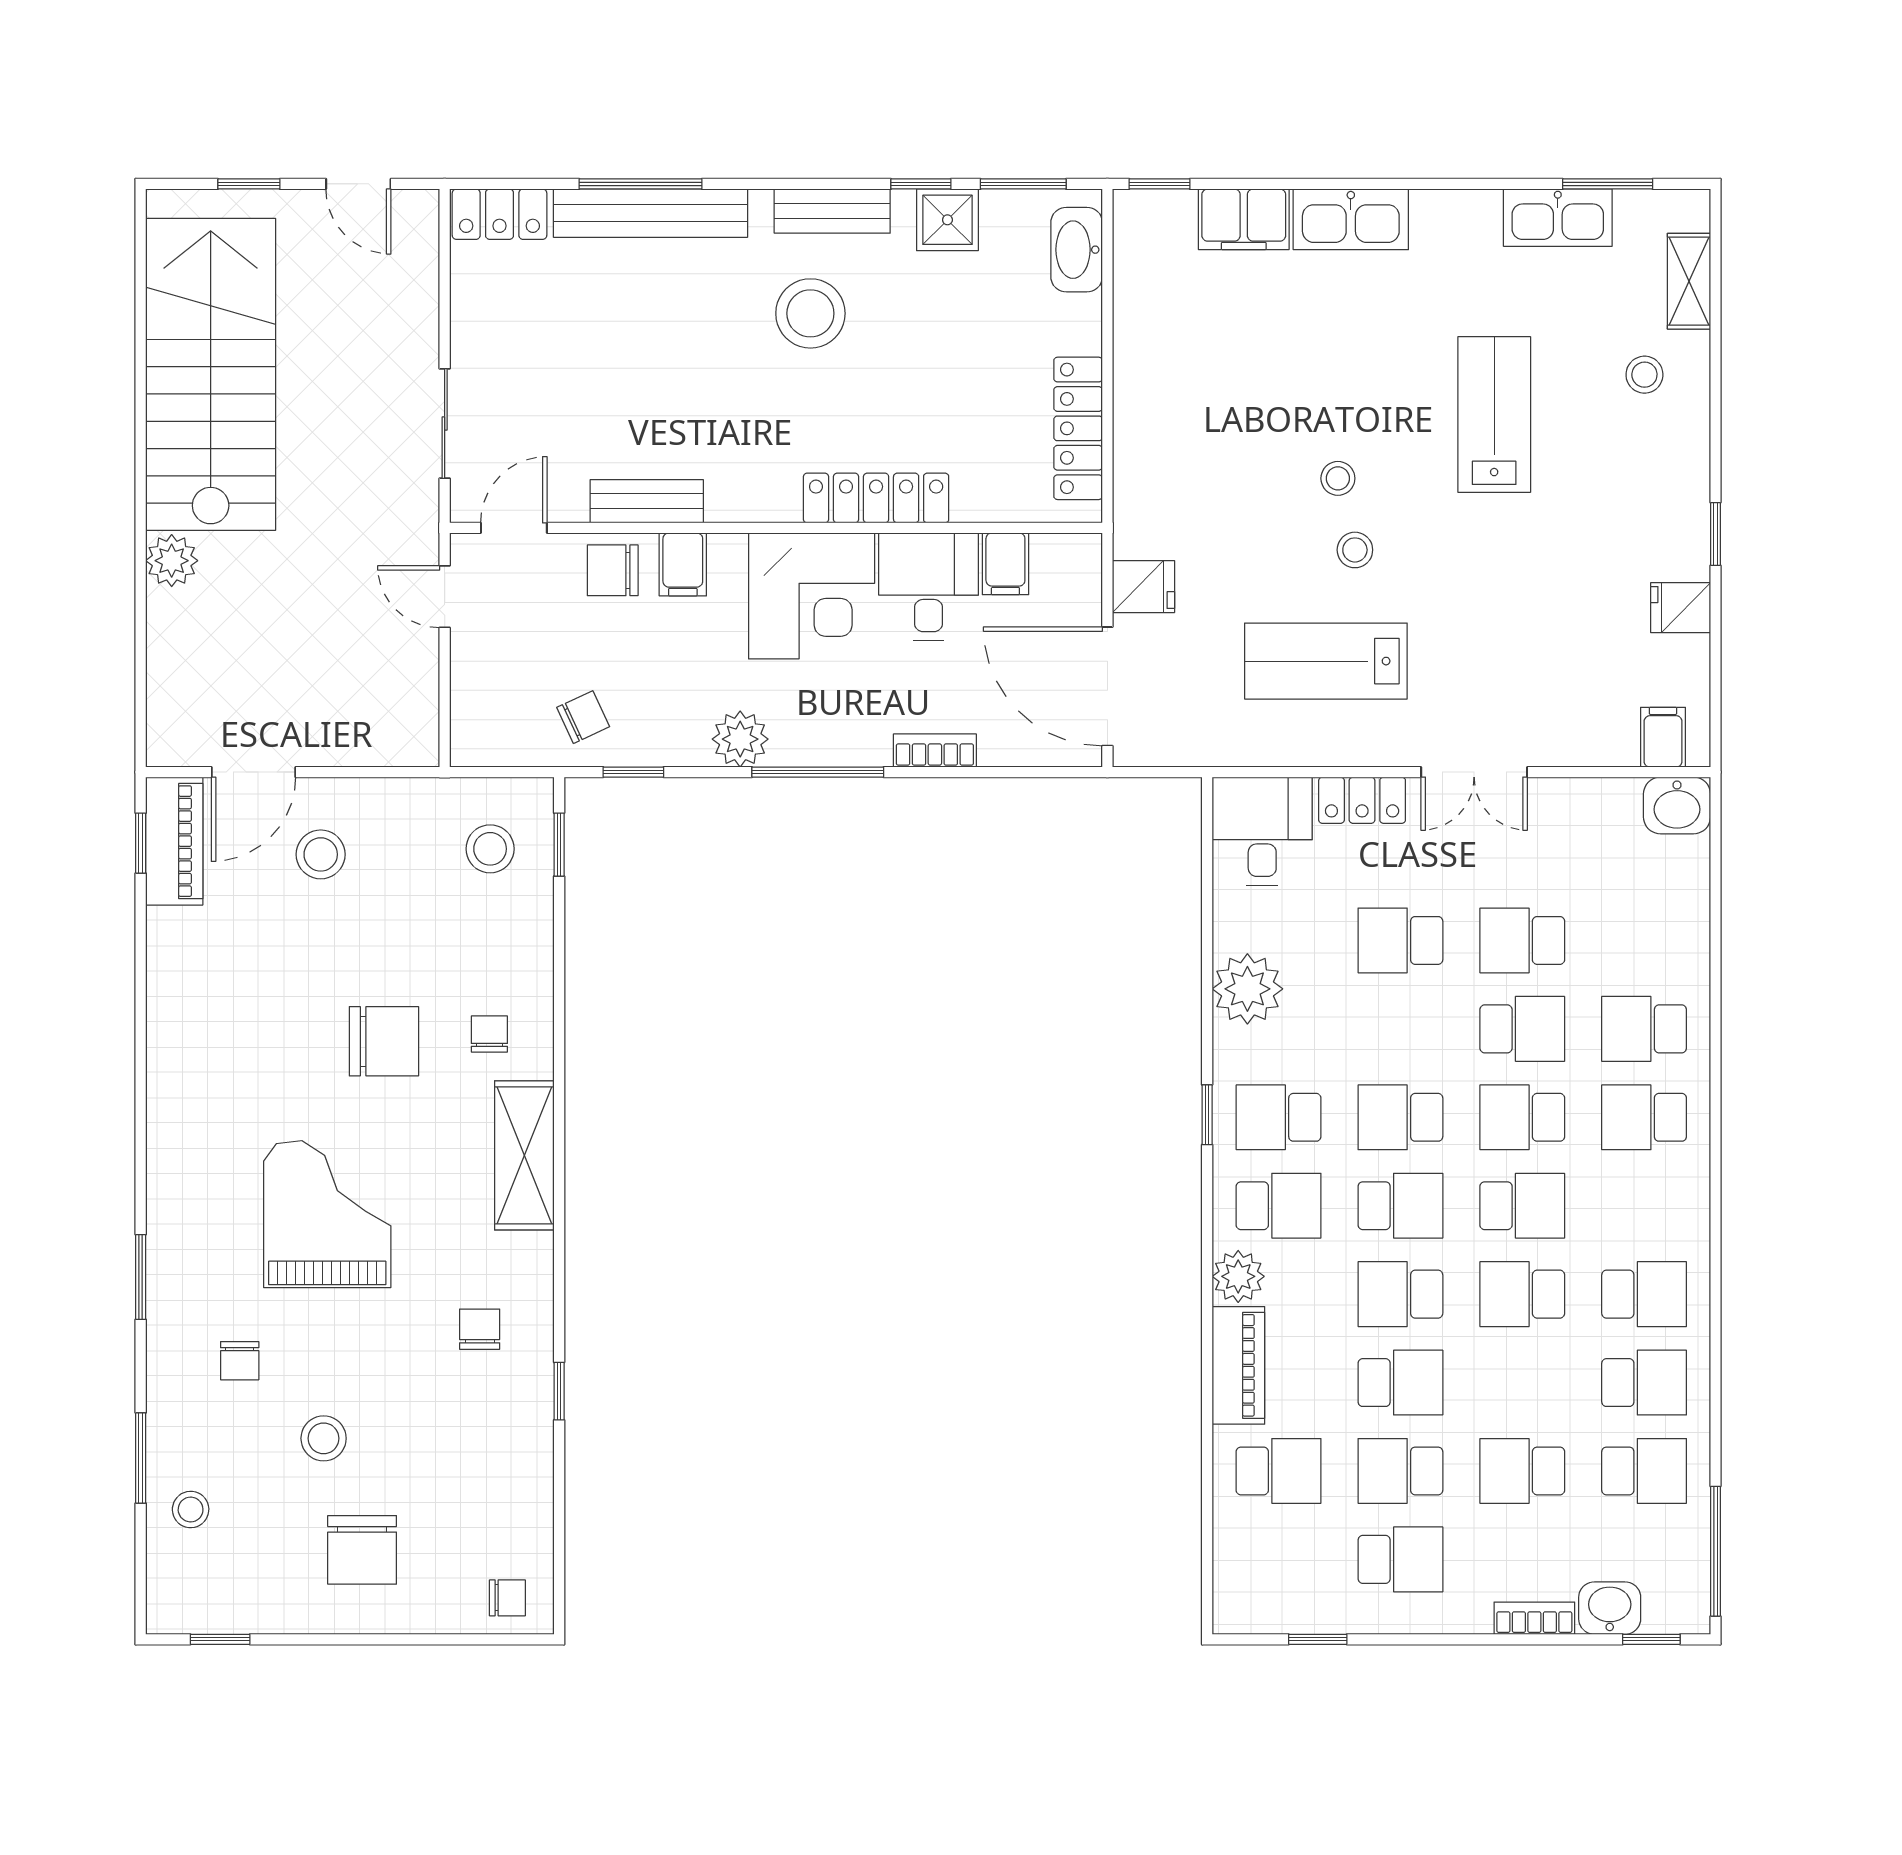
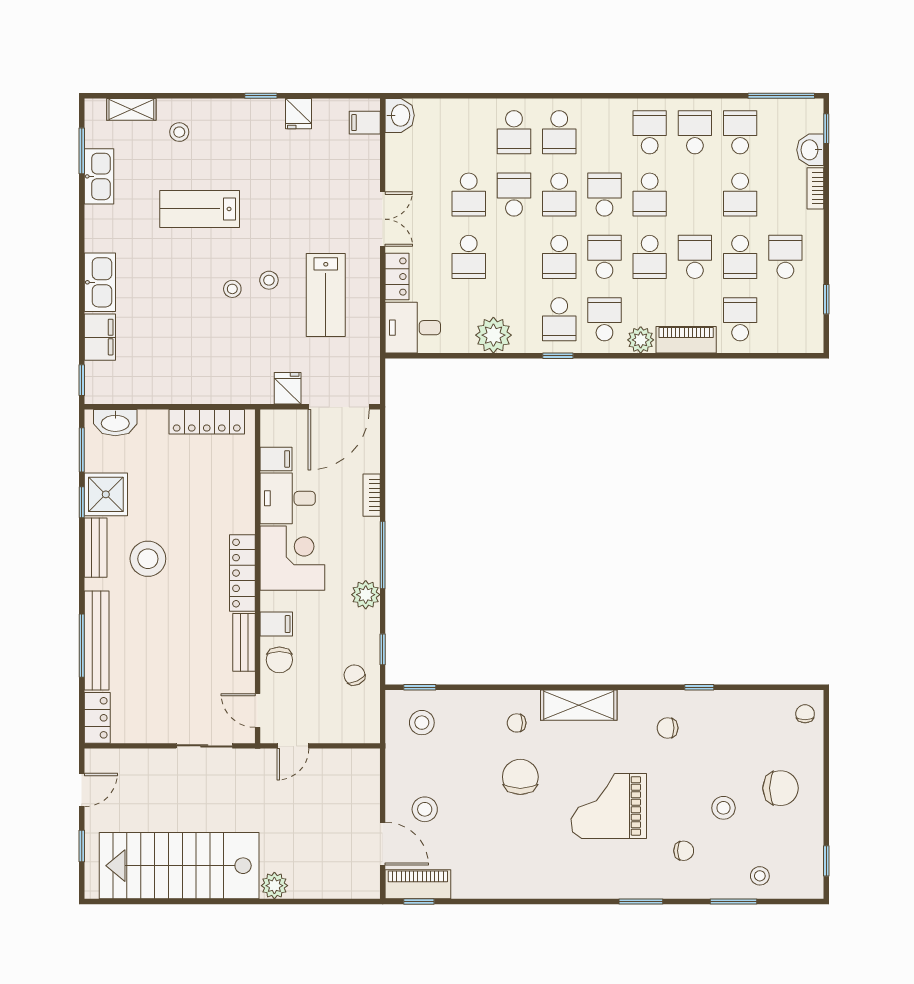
shower: (947, 220) -> (106, 494), width x1.36, depth x1.36
locker: (876, 498) -> (242, 573), moved

